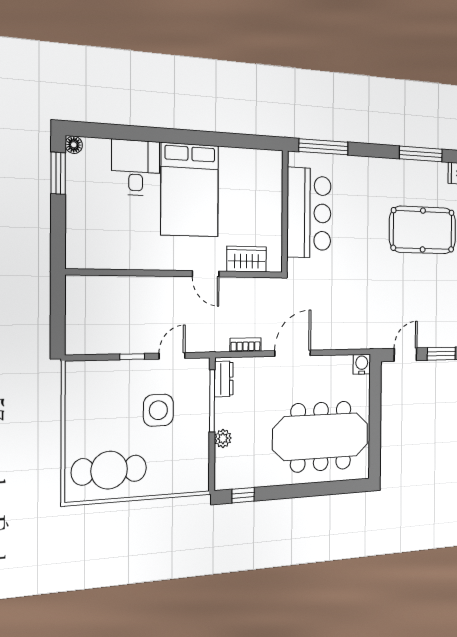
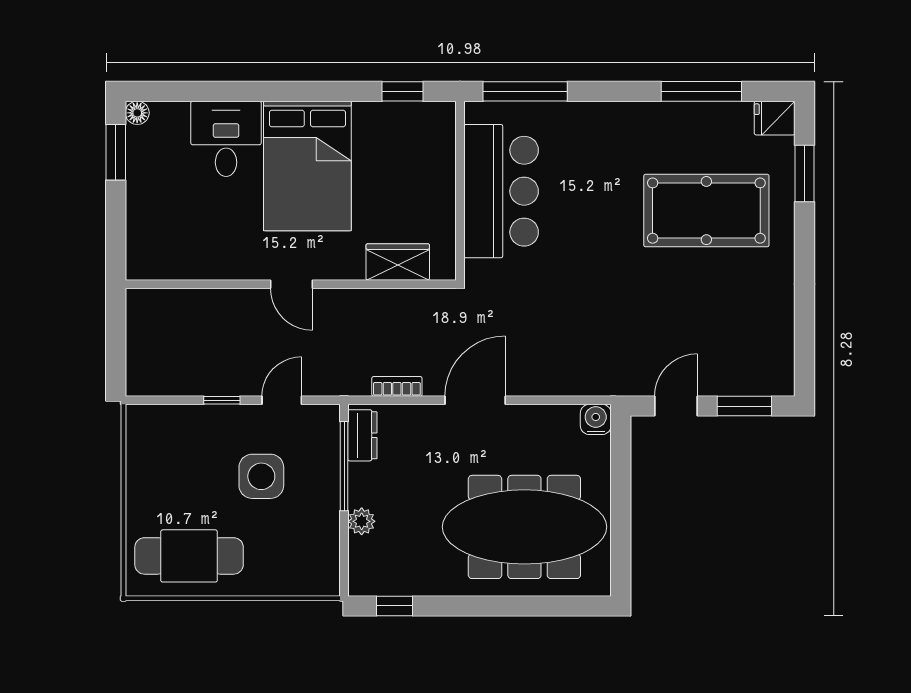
window: (250, 142) -> (402, 91), added
door: (206, 274) -> (291, 284), moved

